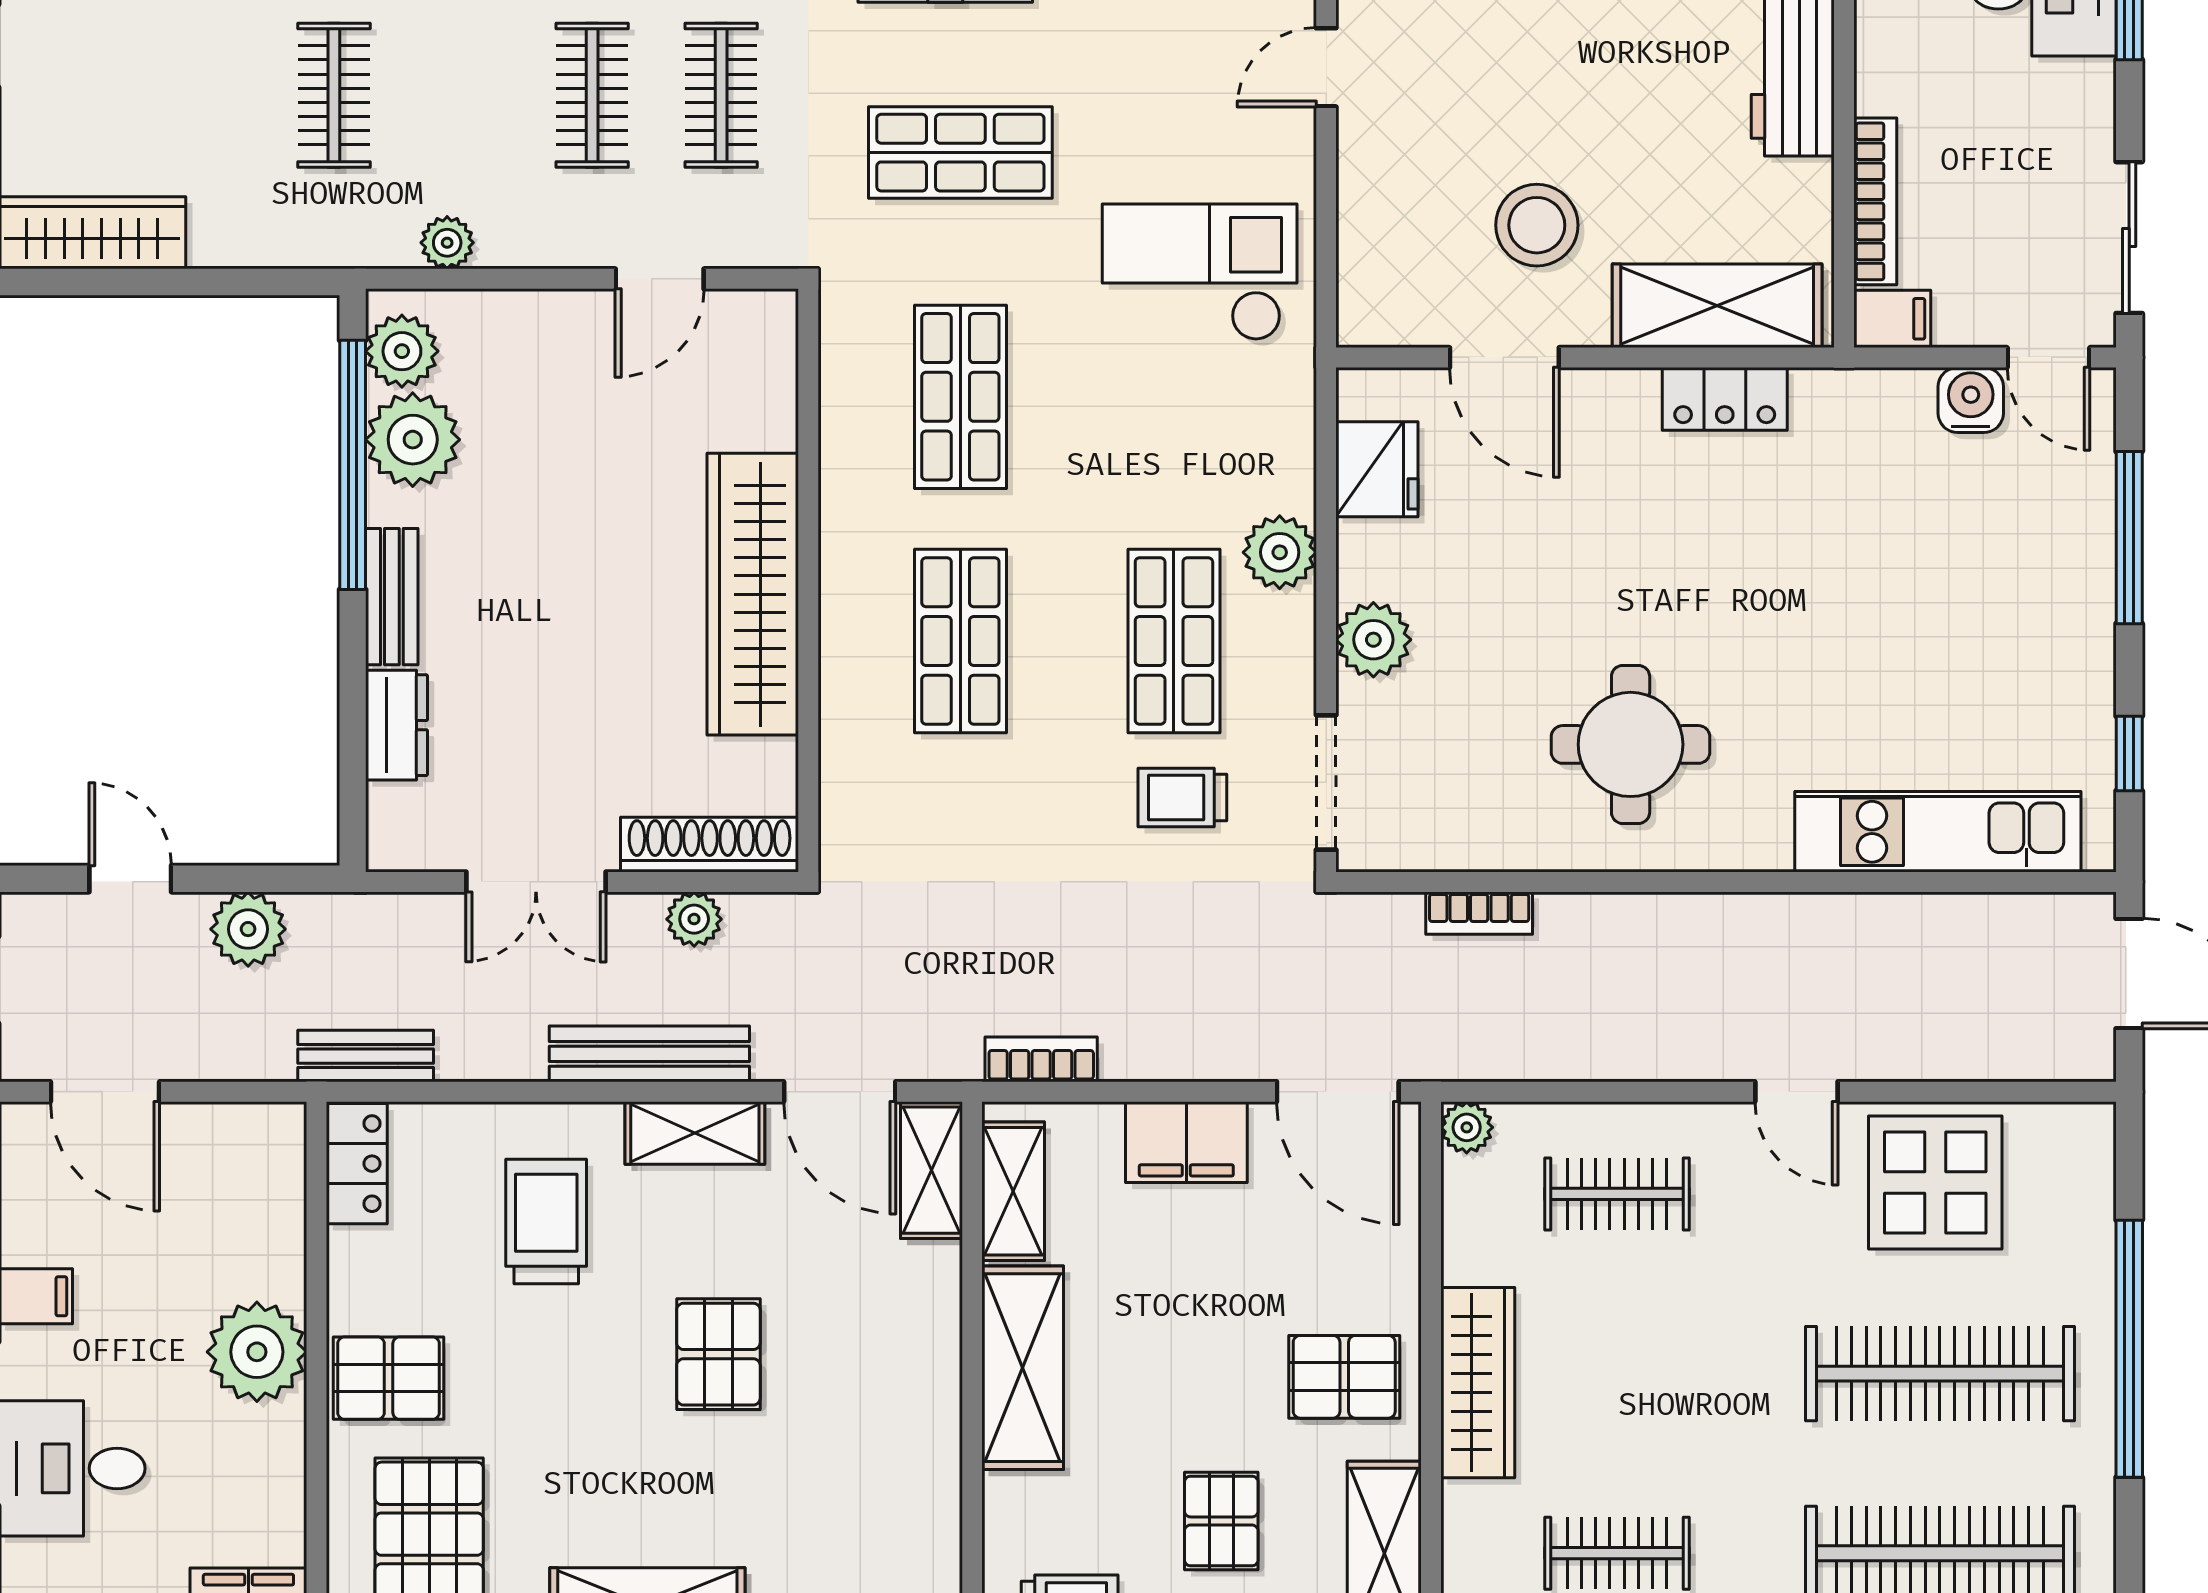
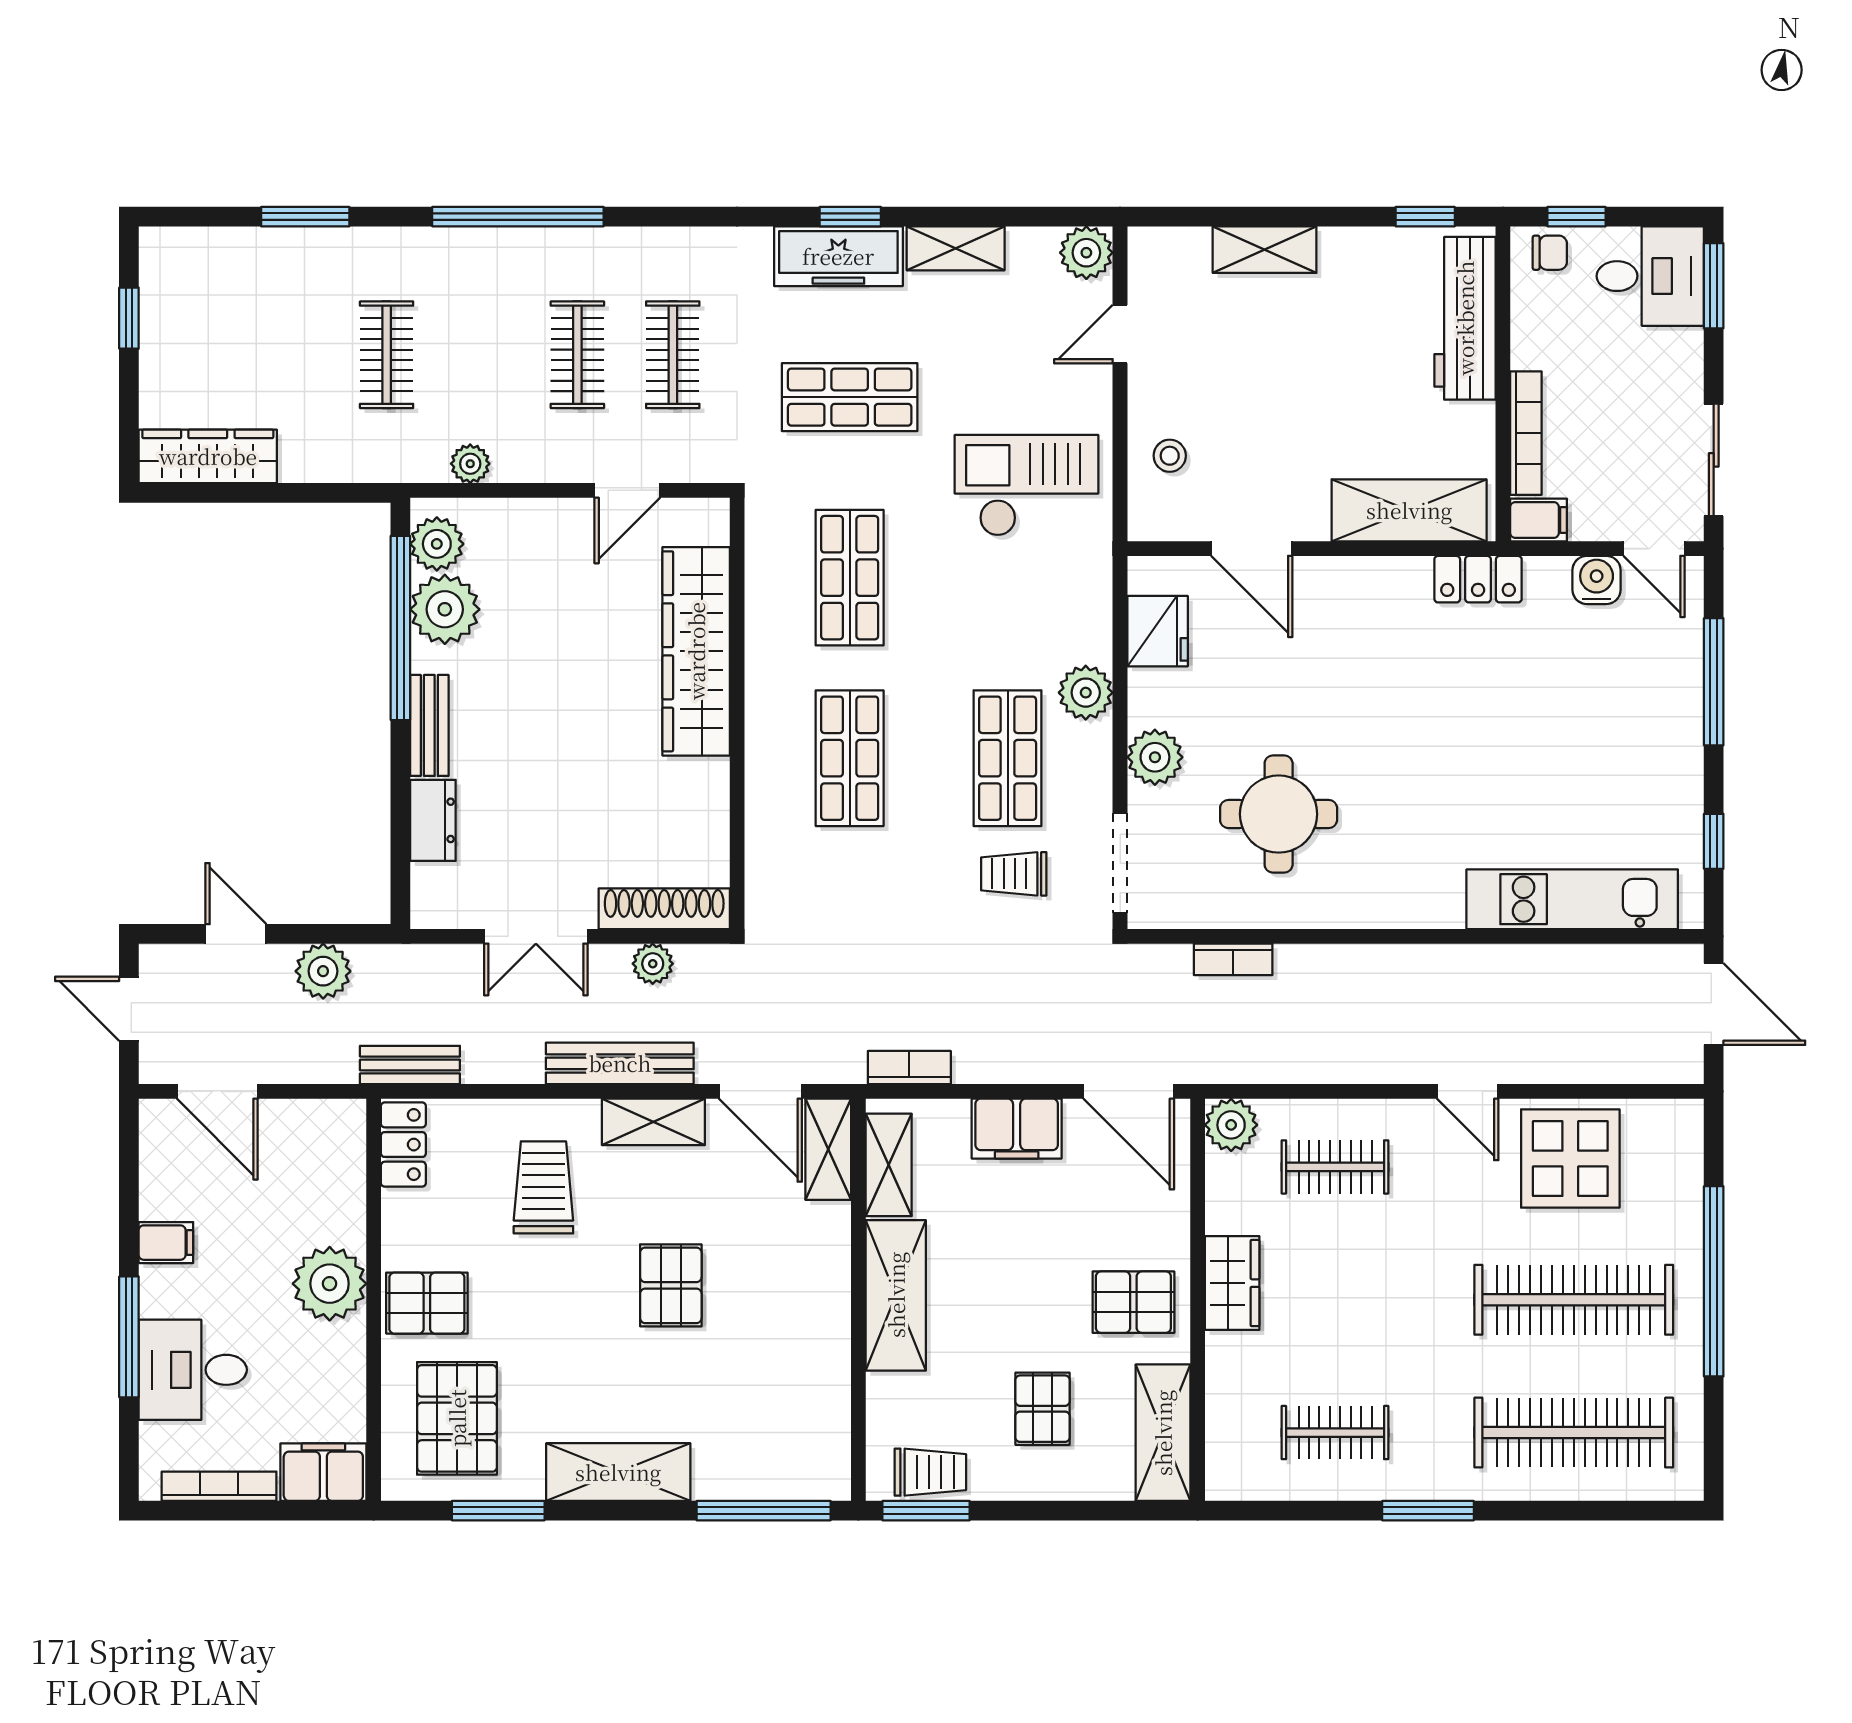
stool: (1537, 225) -> (1170, 456), moved, width x0.53, depth x0.53
locker: (1725, 399) -> (1478, 579), moved
wardrobe: (753, 594) -> (696, 651), moved
round table: (1631, 744) -> (1279, 814), moved
plant: (1467, 1127) -> (1231, 1125), width x1.38, depth x1.38
wardrobe: (1478, 1383) -> (1232, 1283), width x0.67

